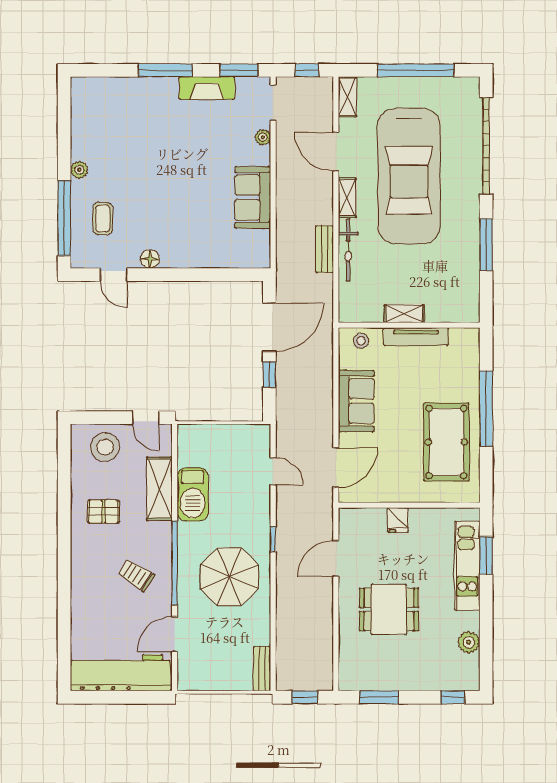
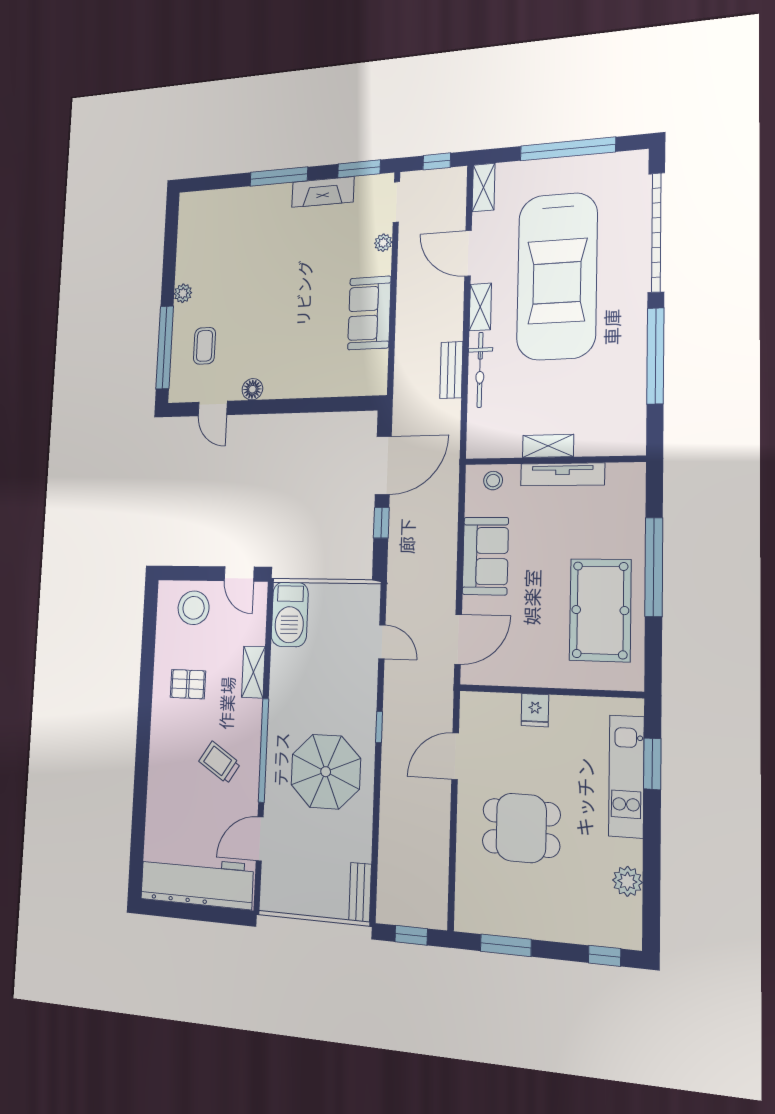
window: (486, 245) -> (655, 356), width x1.46
shelving: (159, 489) -> (253, 672), width x0.67, depth x0.75
barbecue: (193, 494) -> (290, 614), moved

